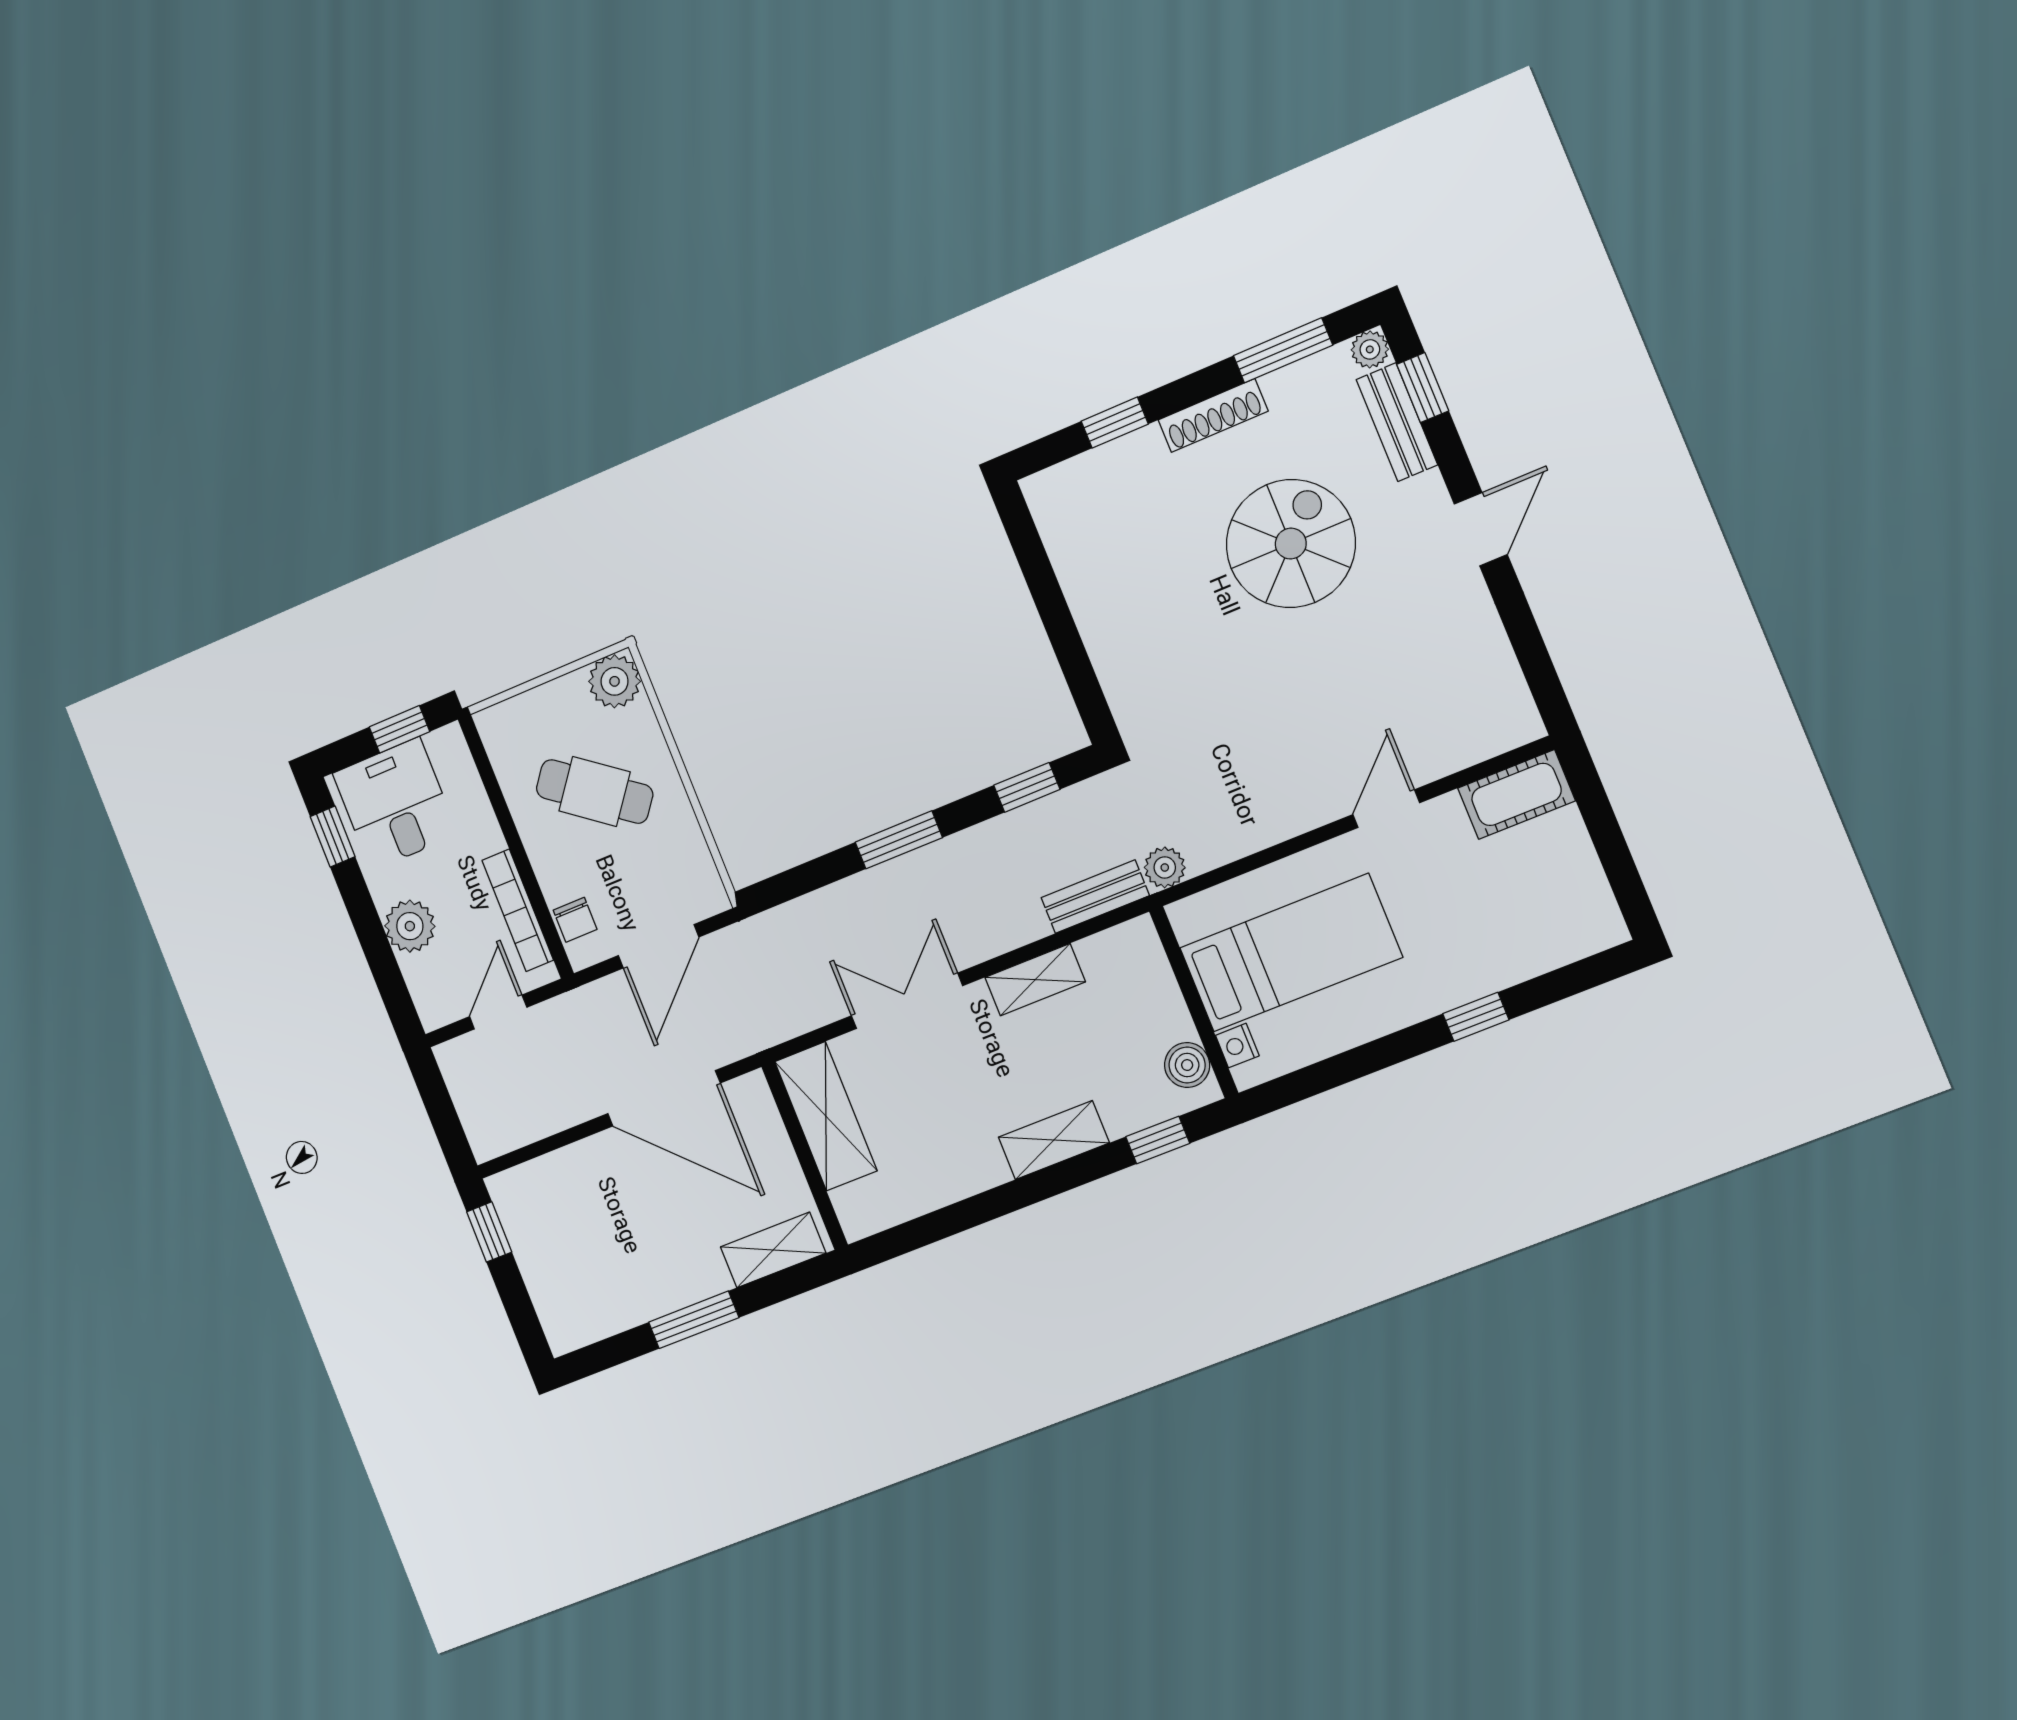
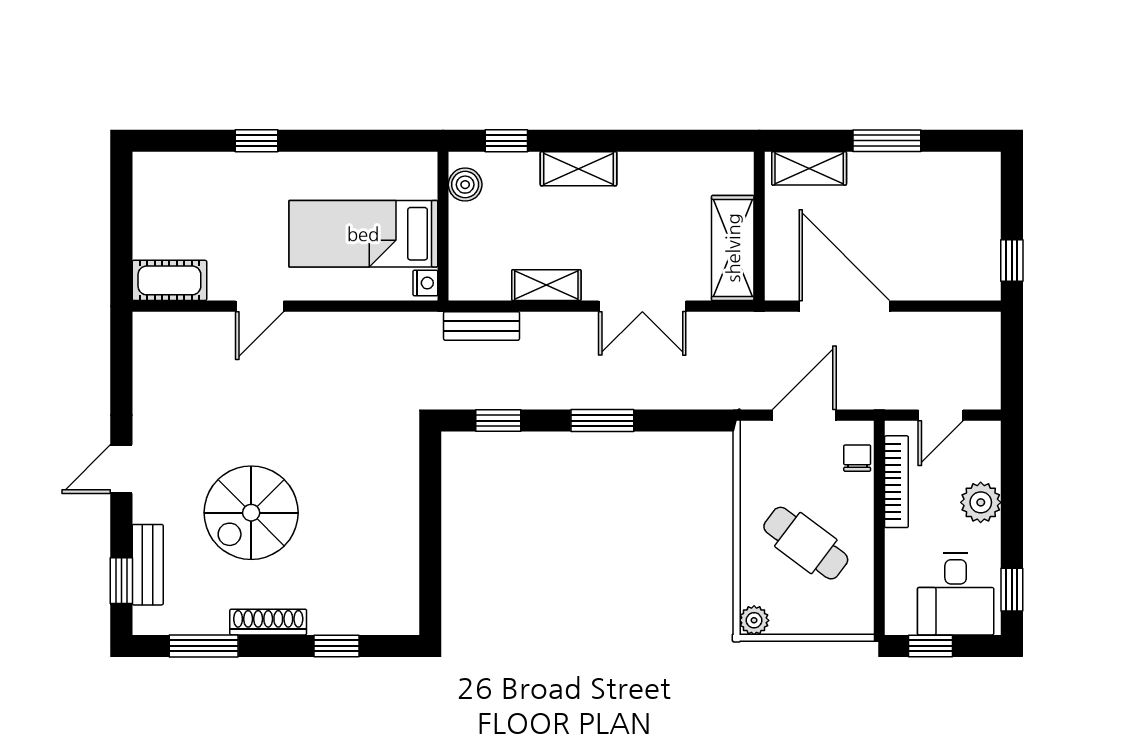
plant: (1370, 349) -> (146, 621), removed
plant: (615, 681) -> (754, 620), width x0.73, depth x0.73
plant: (1165, 867) -> (426, 327), removed
nightstand: (1237, 1046) -> (425, 283), moved

